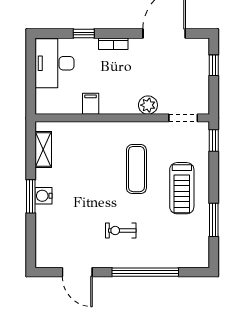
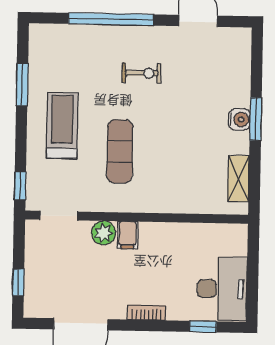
window: (84, 33) -> (203, 327), moved
filing cabinet: (91, 104) -> (127, 235), moved

